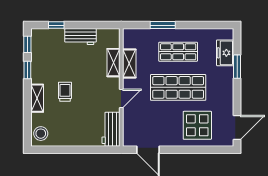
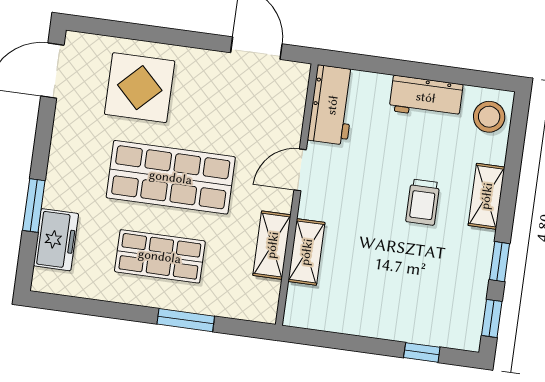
workbench: (80, 37) -> (426, 97), moved, turned 180

